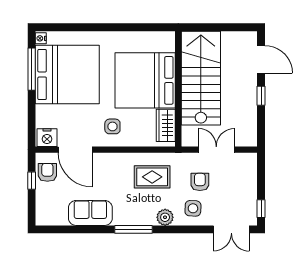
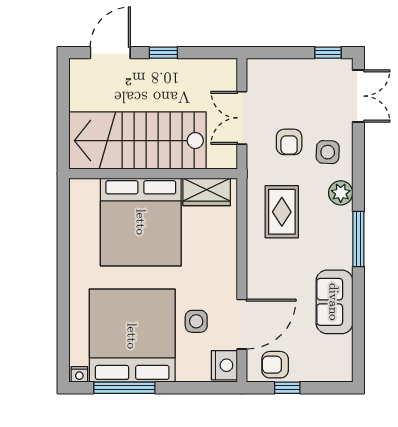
side table: (112, 126) -> (196, 321), moved
armchair: (200, 182) -> (289, 142), turned -90

